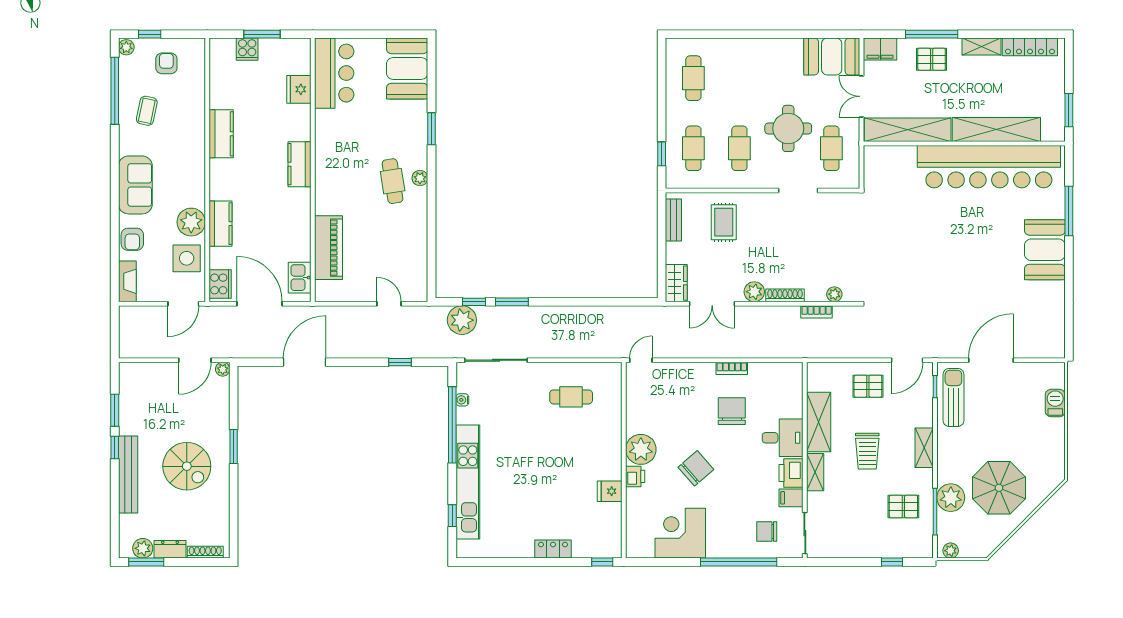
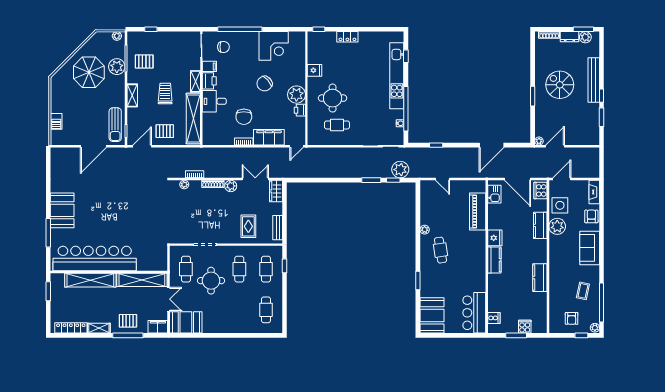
cooker: (301, 64) -> (494, 318), added
fridge: (299, 89) -> (495, 238), moved
plant: (420, 178) -> (425, 230), moved
filing cabinet: (688, 376) -> (269, 137), added
shelving: (819, 422) -> (193, 119), width x1.47
round table: (579, 443) -> (333, 98), added
printer: (635, 476) -> (300, 110), moved

